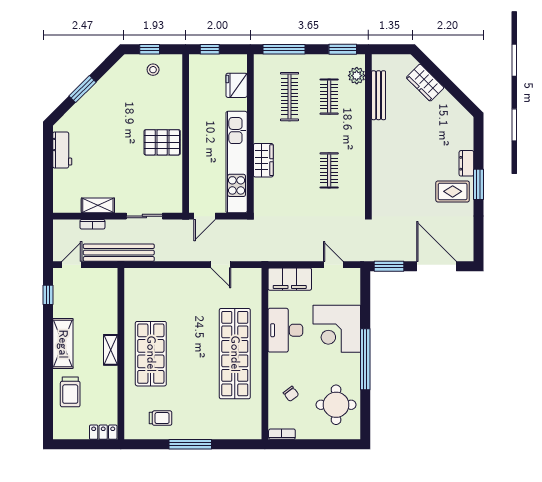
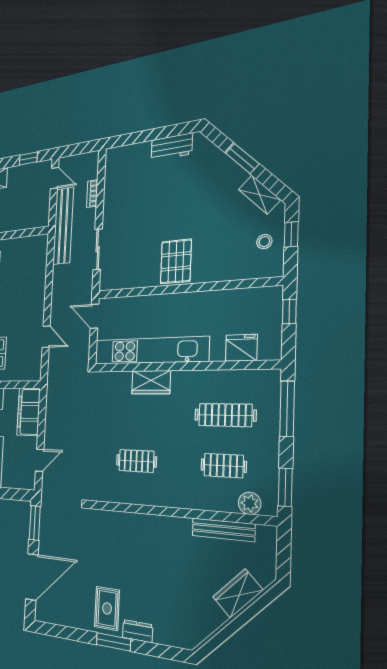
shelving: (98, 205) -> (259, 195), moved, turned -45
door: (221, 265) -> (46, 337), swing flipped

